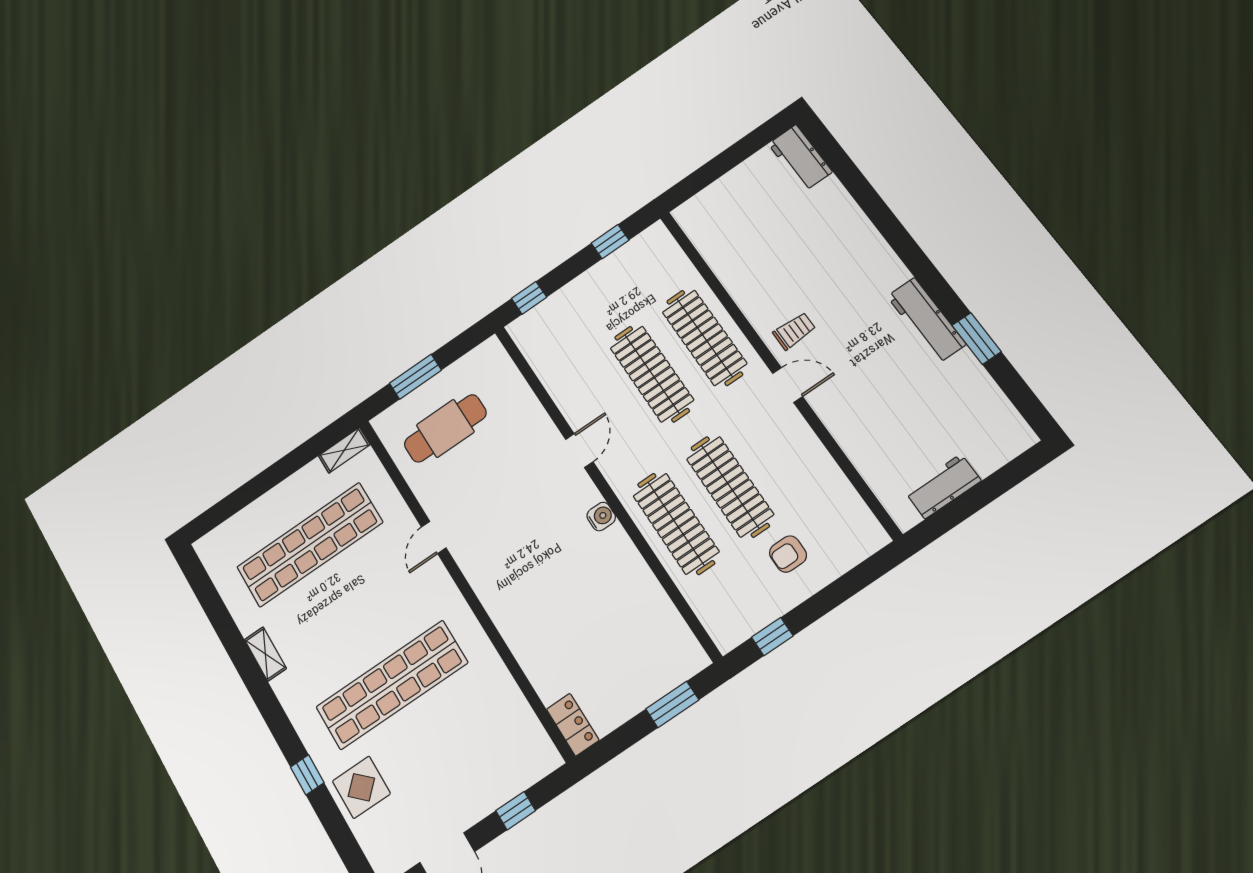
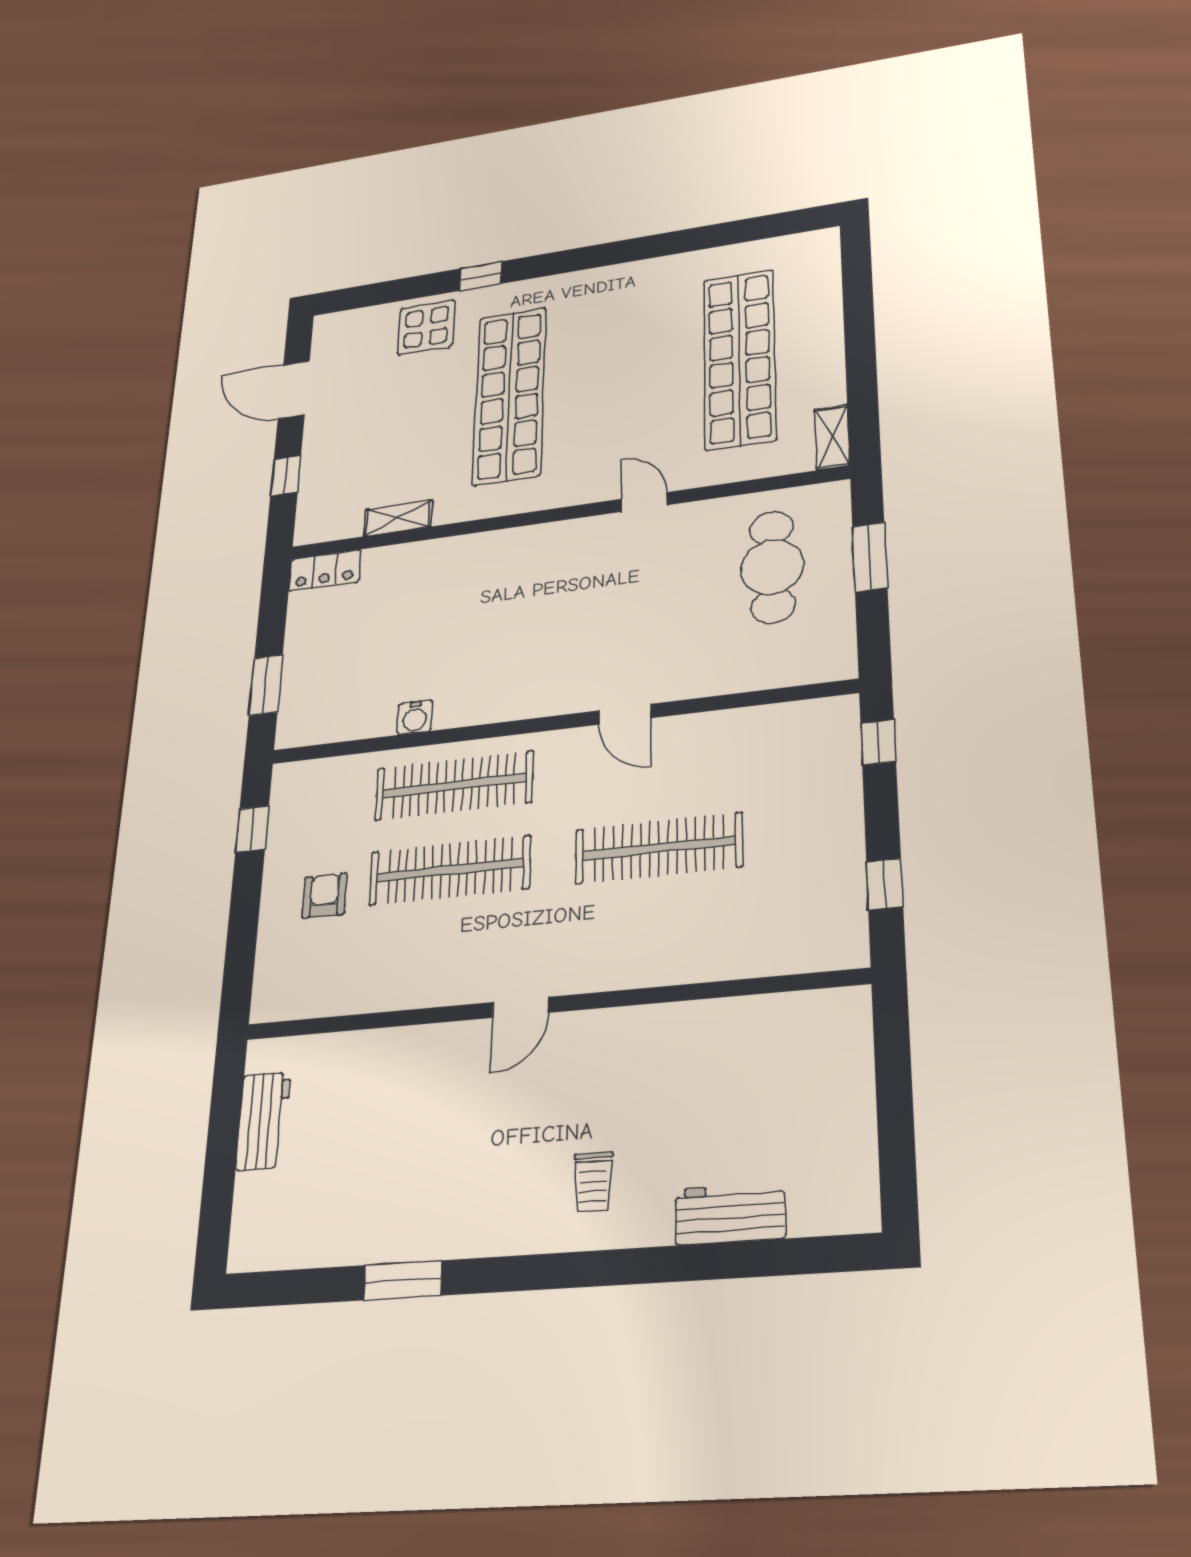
workbench: (800, 158) -> (730, 1214), moved
workbench: (926, 320) -> (473, 1232), removed
trolley: (794, 331) -> (593, 1182), moved
clothes rail: (704, 338) -> (658, 938), removed
water cooler: (601, 517) -> (415, 717), moved
shelving: (265, 654) -> (398, 518), moved

